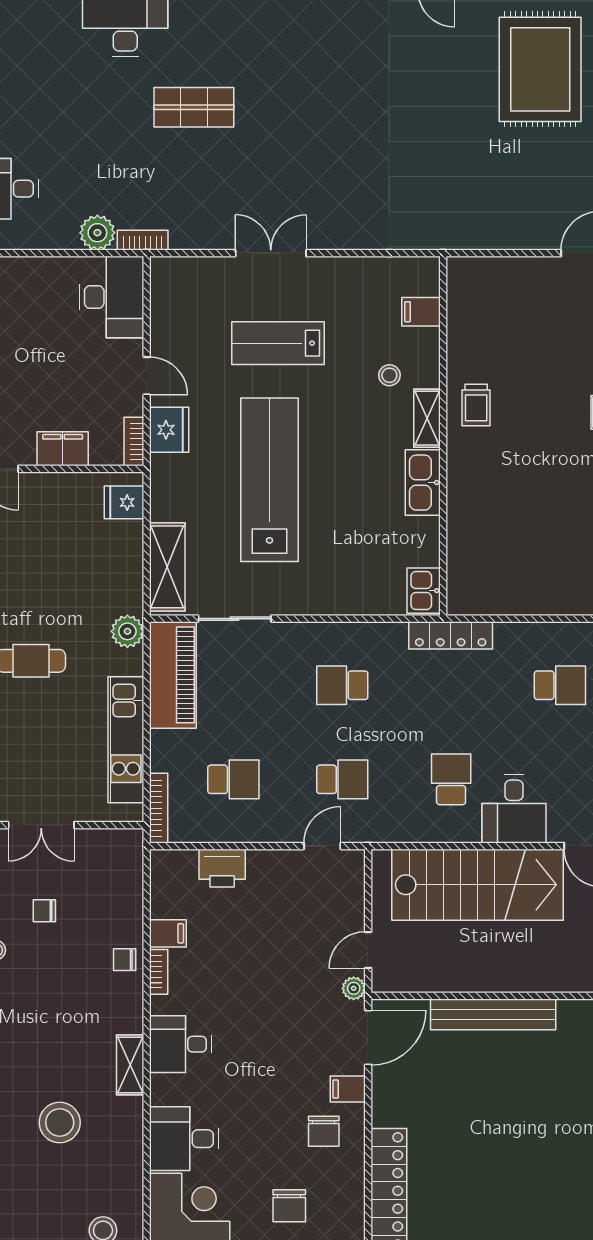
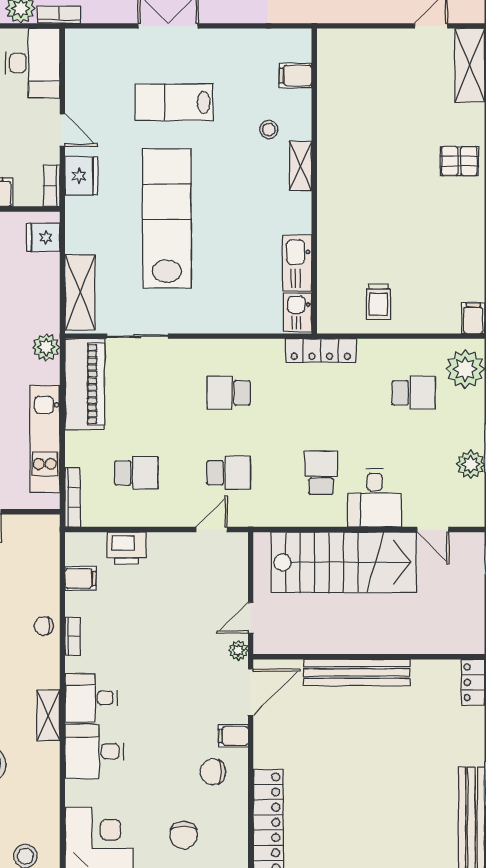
trolley: (476, 405) -> (378, 302), moved
kitchen sink: (423, 483) -> (297, 263), moved
filing cabinet: (168, 933) -> (81, 579), moved
chair: (324, 1131) -> (213, 772), turned 90
desk: (184, 1139) -> (94, 751), moved

